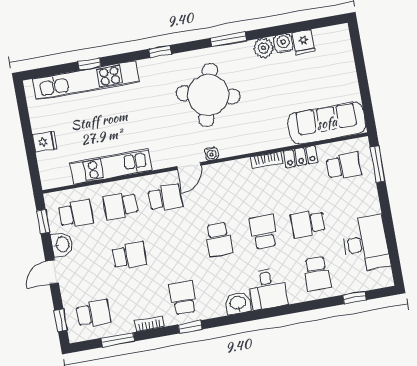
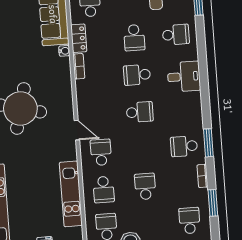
water cooler: (211, 154) -> (64, 51), moved
washbasin: (238, 303) -> (193, 102), removed
window: (190, 327) -> (208, 143), width x1.50

